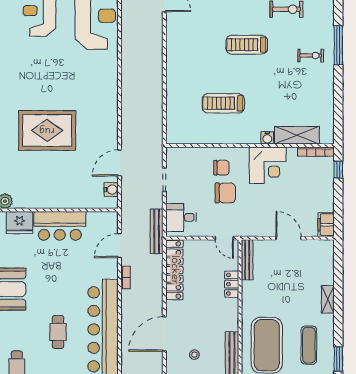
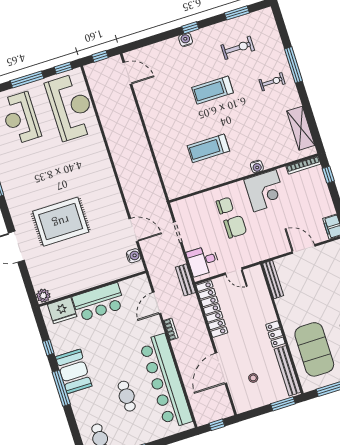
shelving: (297, 135) -> (301, 128), moved, turned 90
door: (119, 163) -> (134, 230), swing flipped
bench: (157, 231) -> (185, 280), width x0.73
door: (224, 238) -> (234, 271), moved
locker: (232, 284) -> (275, 334), moved

